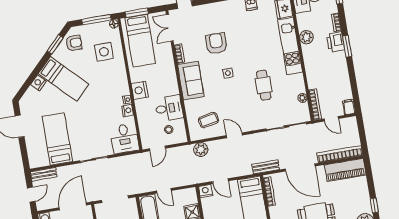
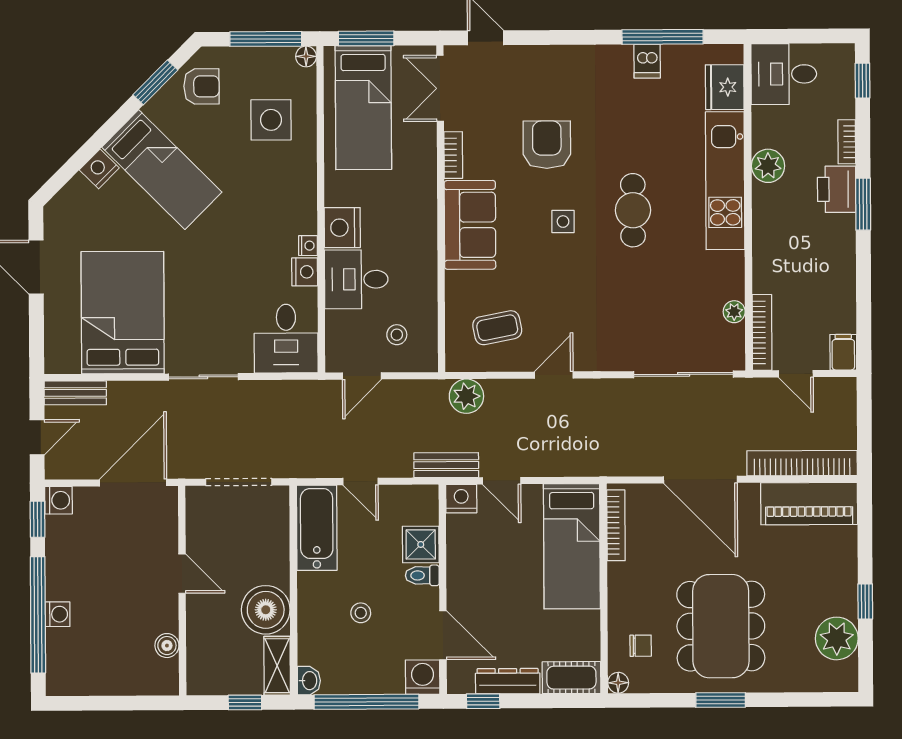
cafe table: (264, 85) -> (633, 210), moved
desk: (169, 108) -> (356, 279), moved, turned 180
door: (234, 135) -> (554, 375), hinge flipped
bed: (57, 139) -> (123, 313), width x1.50
bench: (266, 167) -> (446, 465), moved

